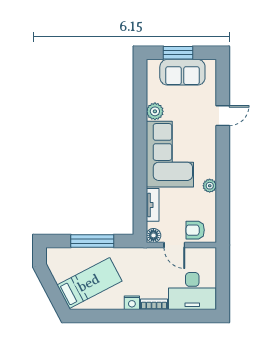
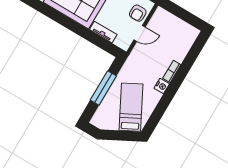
floor lamp: (153, 235) -> (124, 44), removed
desk: (192, 291) -> (178, 40), removed

